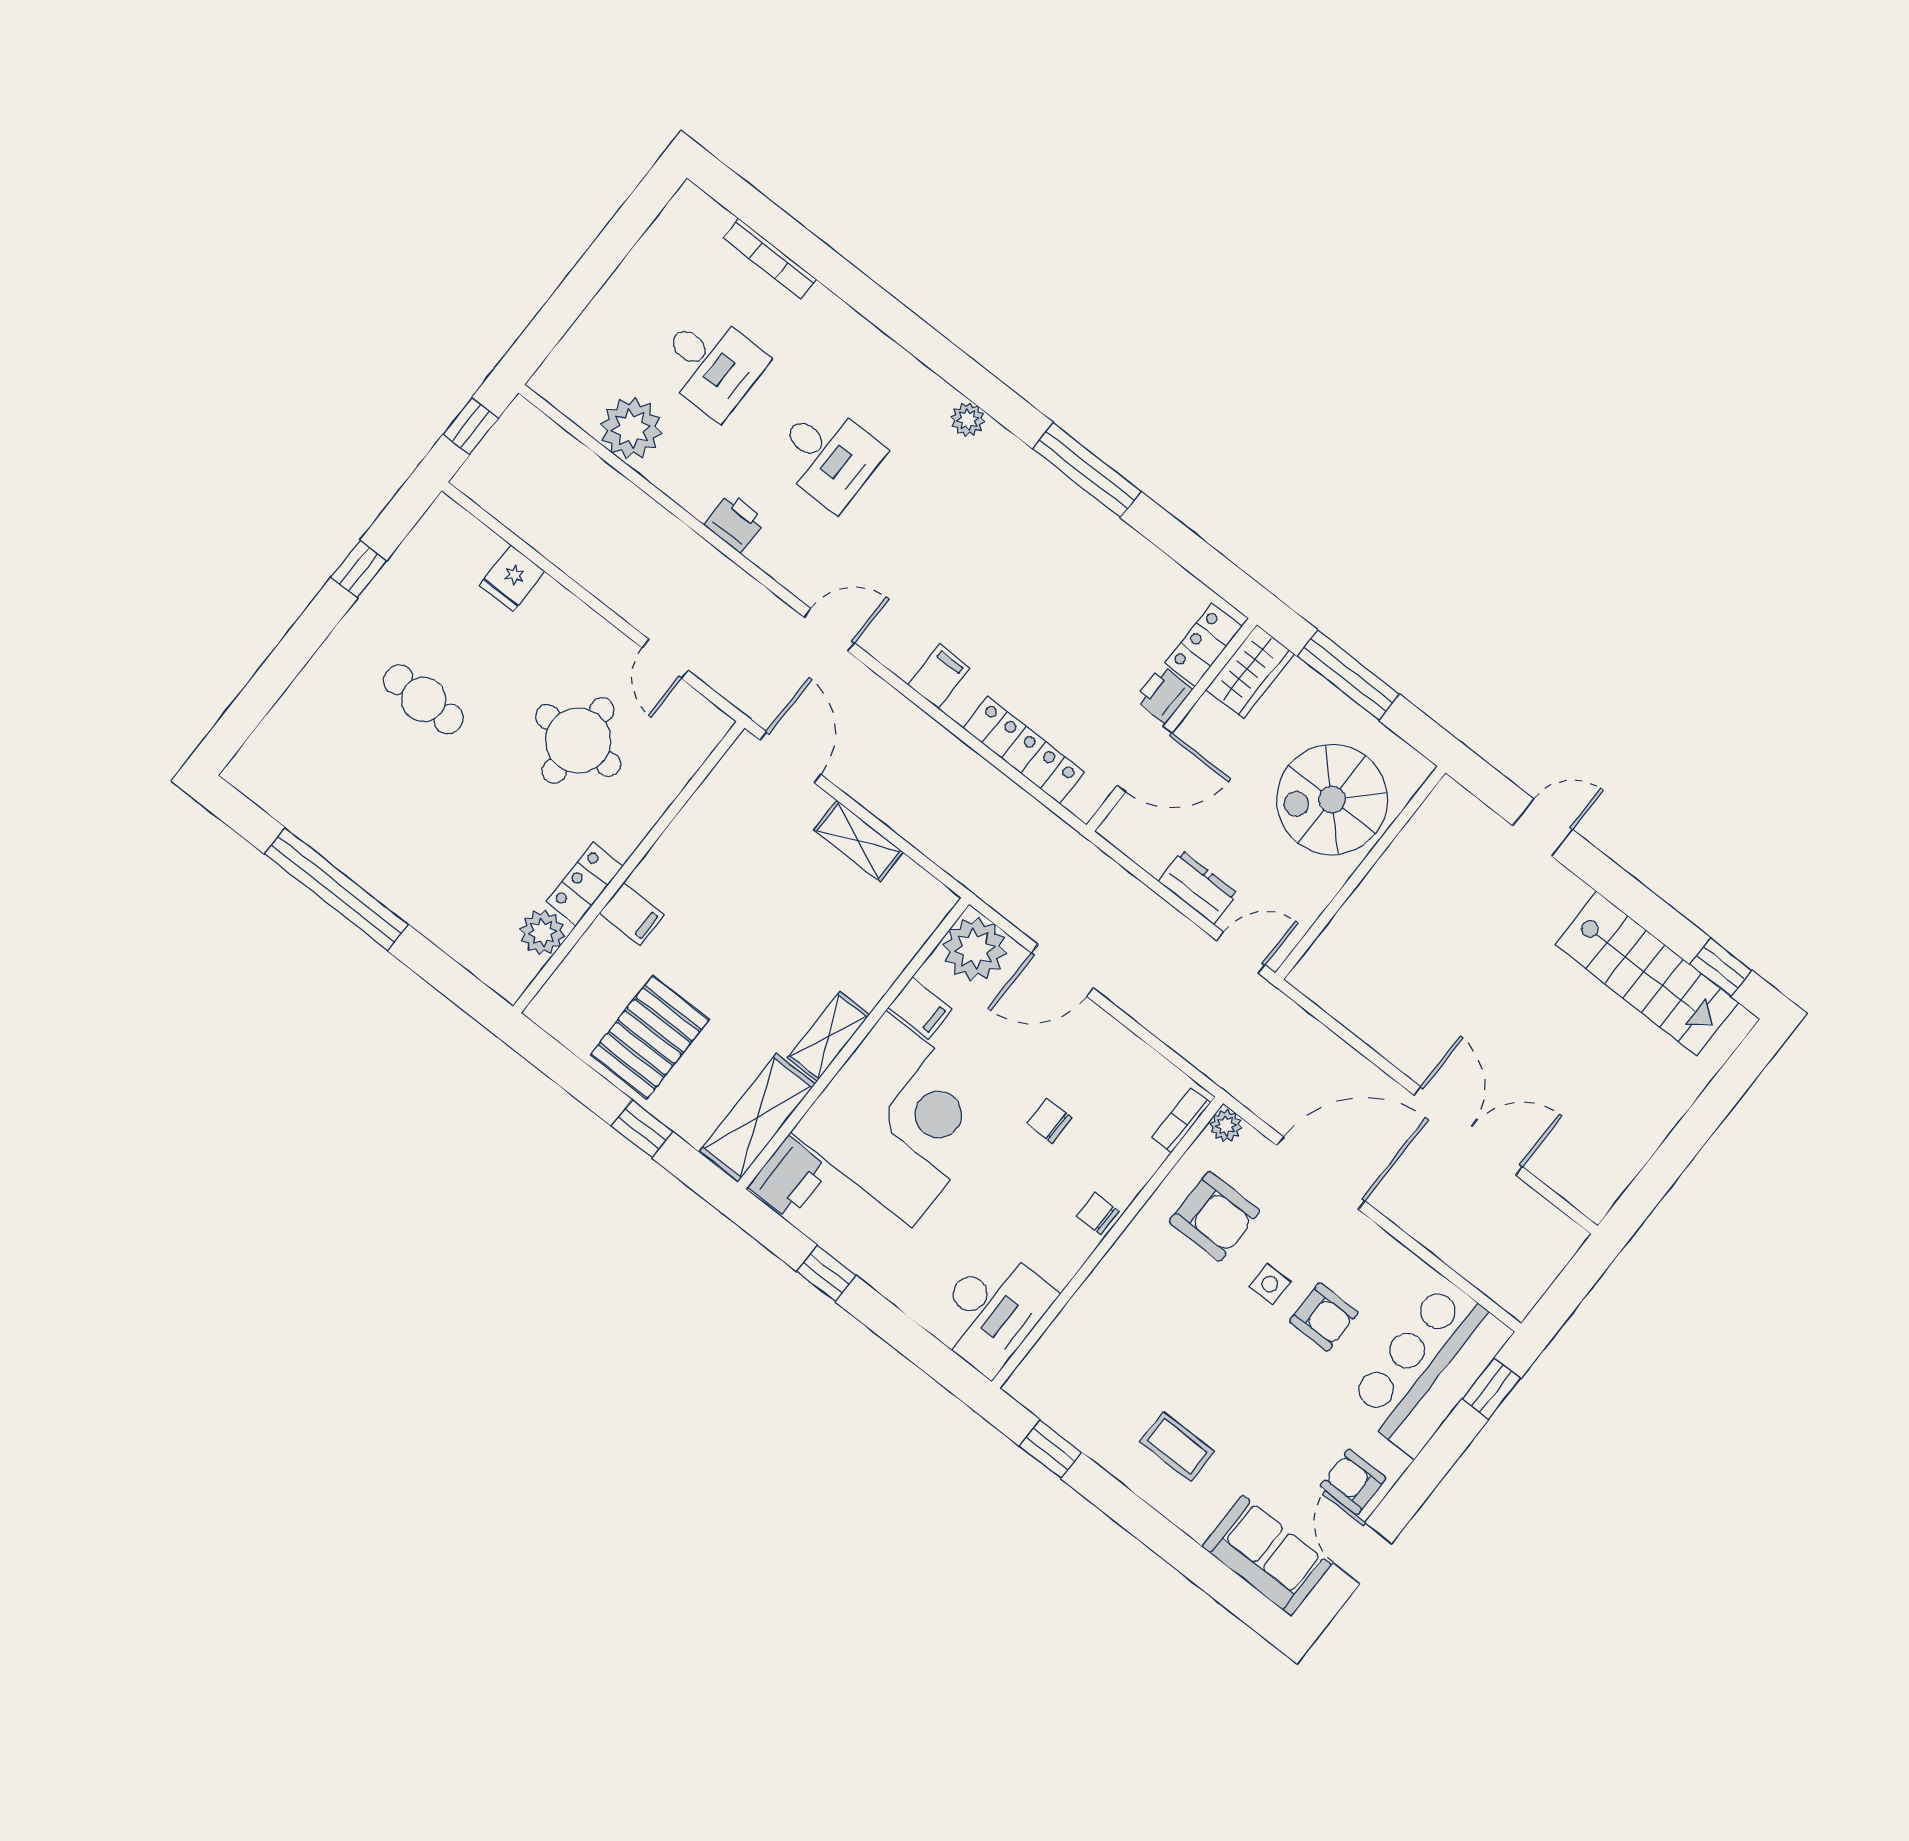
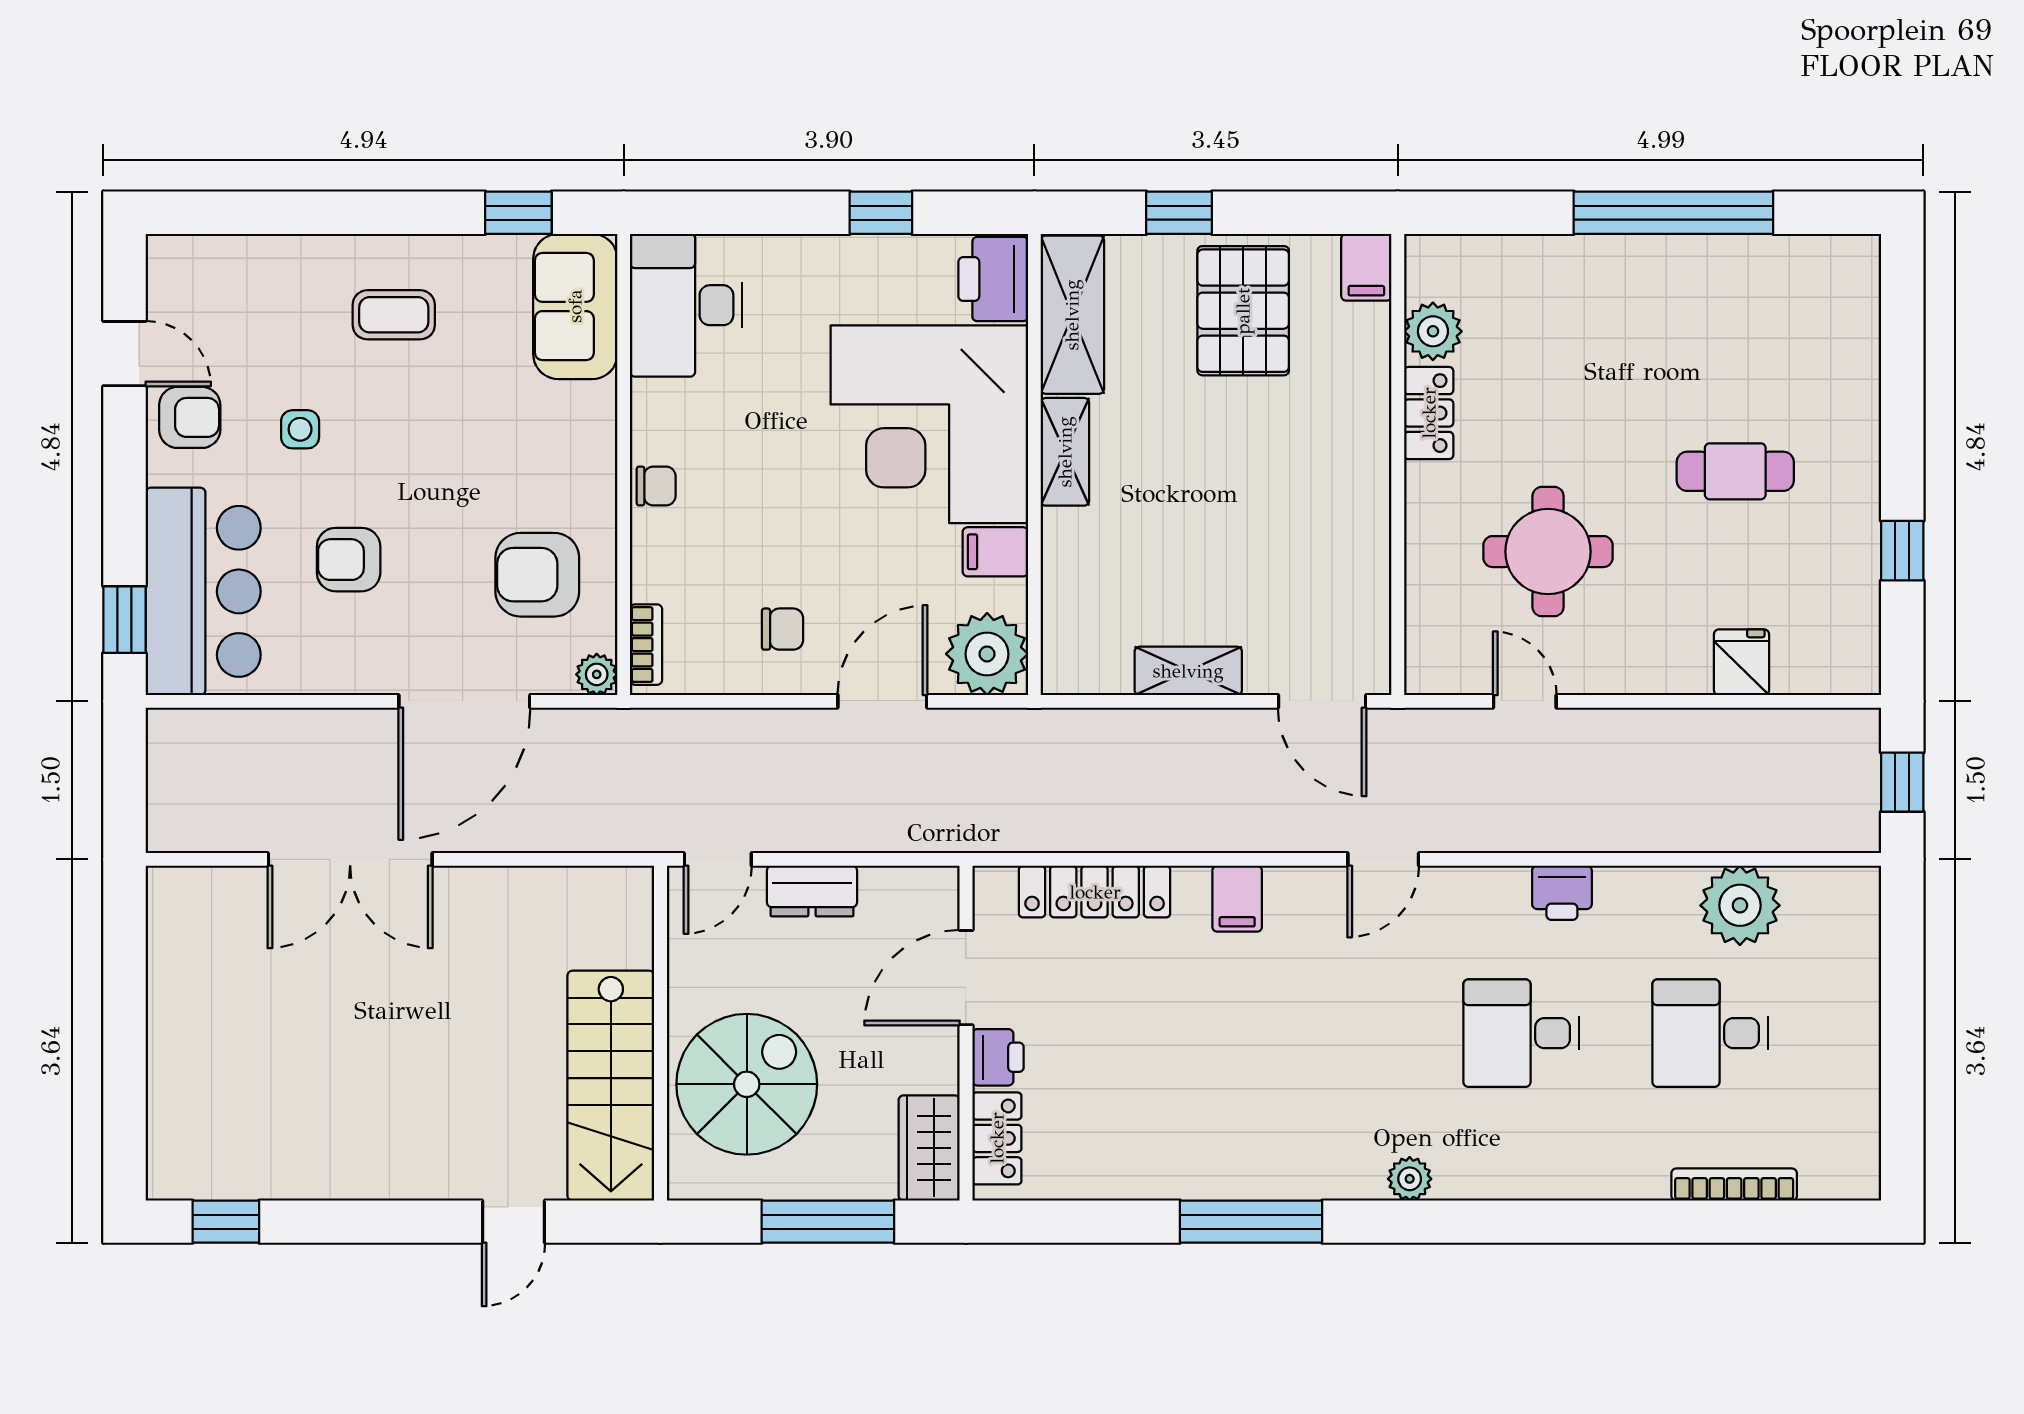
filing cabinet: (632, 914) -> (1366, 267), moved, turned -90
stairs: (1647, 973) -> (611, 1086), moved, turned -90
chair: (1049, 1121) -> (783, 629), moved
side table: (1270, 1284) -> (300, 429), moved
sofa: (1267, 1556) -> (575, 306), moved, turned 90

